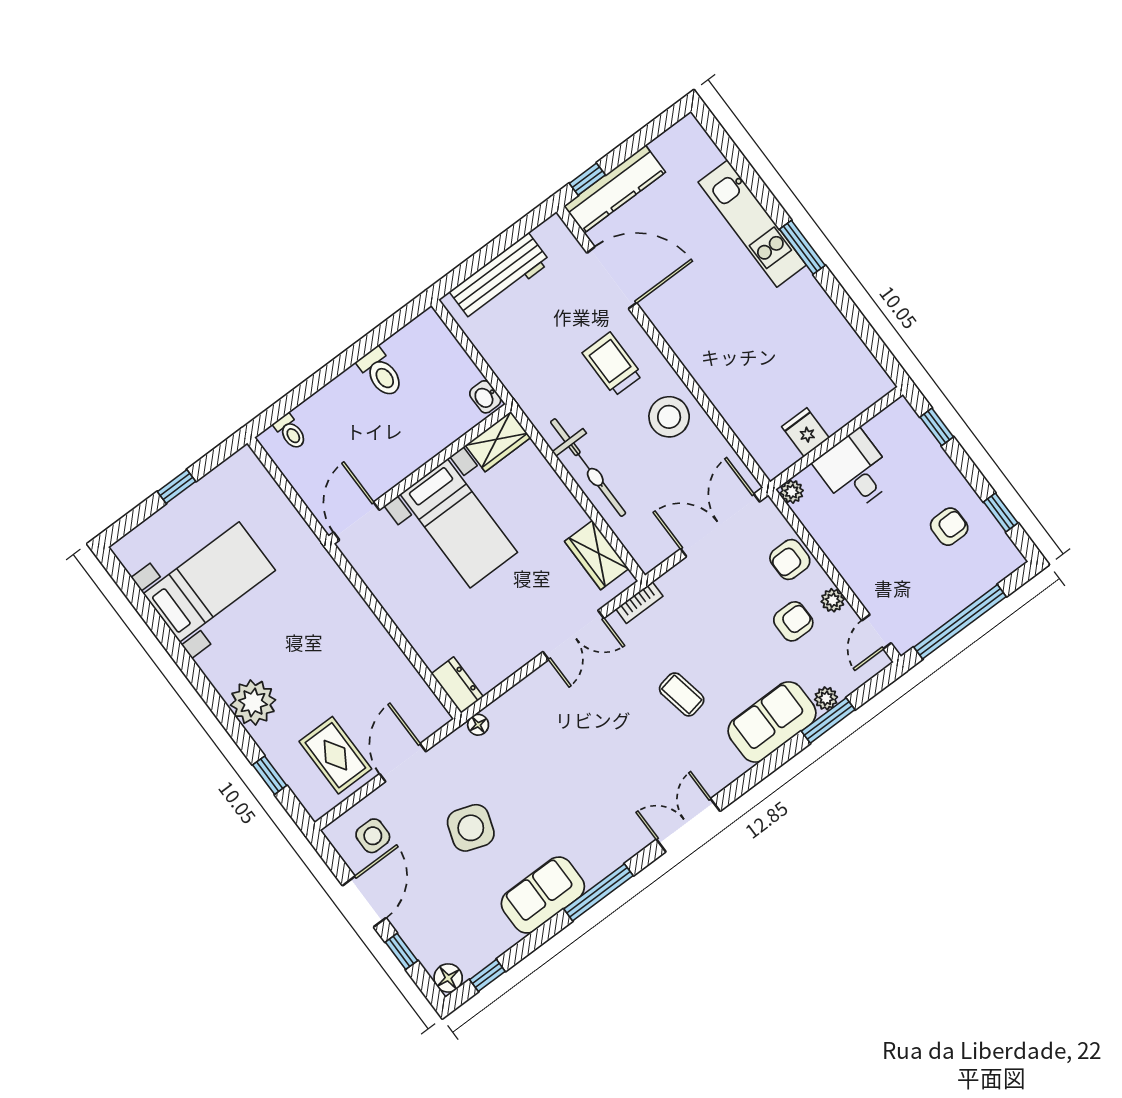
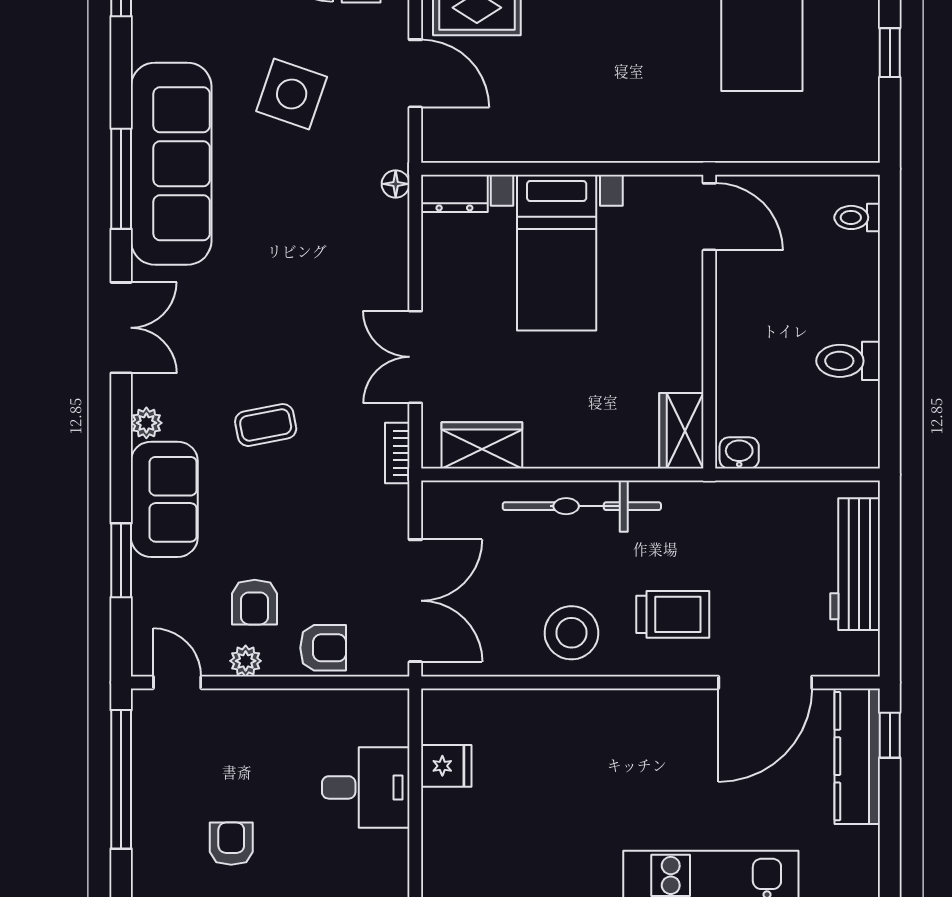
plant: (792, 492) -> (394, 704), removed
bed with nightstands: (459, 523) -> (557, 253), moved, turned -90
armchair: (949, 527) -> (231, 844), turned 180
armchair: (790, 559) -> (323, 648), turned 90
plant: (826, 698) -> (146, 423), moved
sofa: (543, 895) -> (171, 164), width x1.85, depth x1.27

